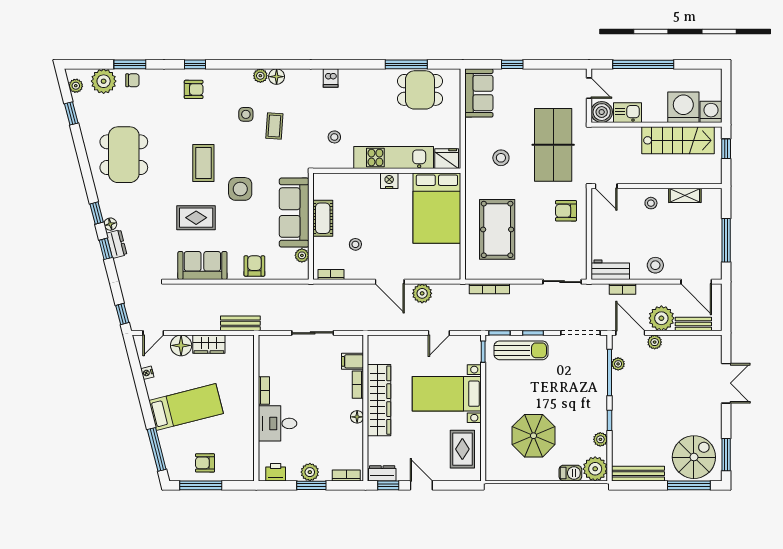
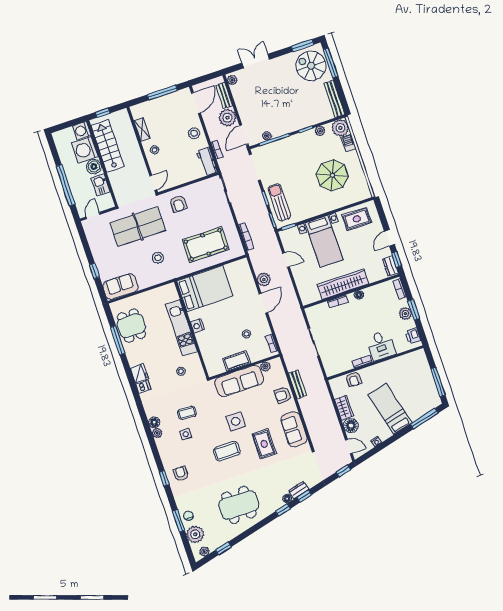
boiler: (602, 112) -> (94, 167), moved
fridge: (447, 159) -> (139, 373), moved, turned 180
bench: (240, 323) -> (298, 384), moved
plant: (655, 342) -> (232, 80), moved
filing cabinet: (353, 361) -> (324, 310), removed
armchair: (205, 463) -> (354, 379), moved

